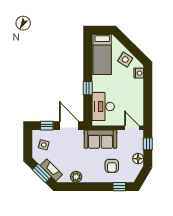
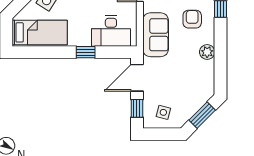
armchair: (112, 166) -> (192, 19), turned -90
fireplace: (51, 170) -> (198, 102), removed
plant: (76, 177) -> (207, 52), moved

